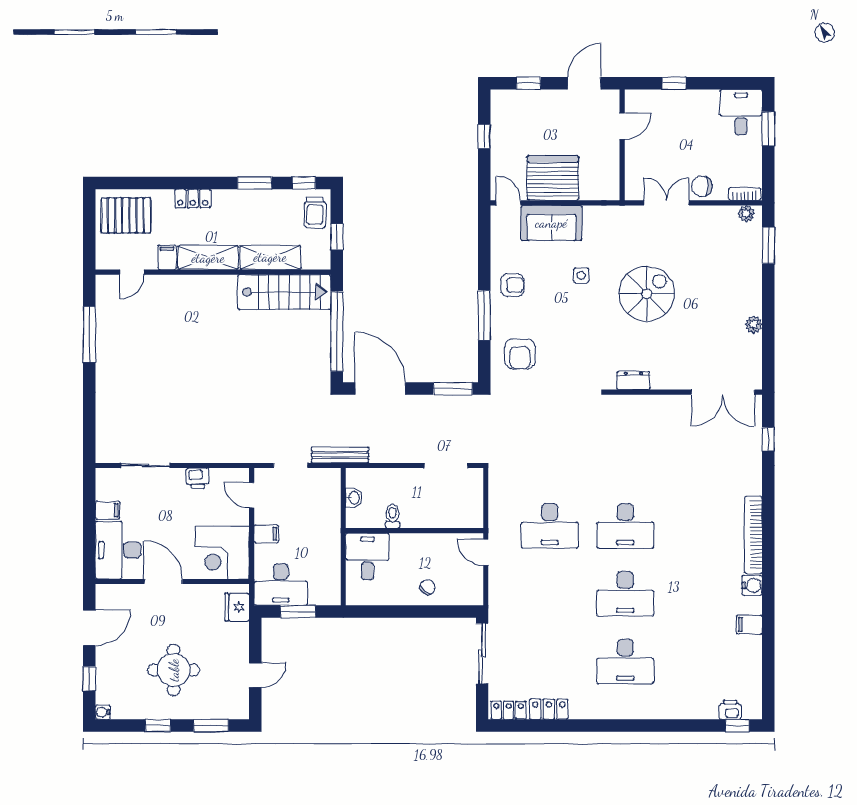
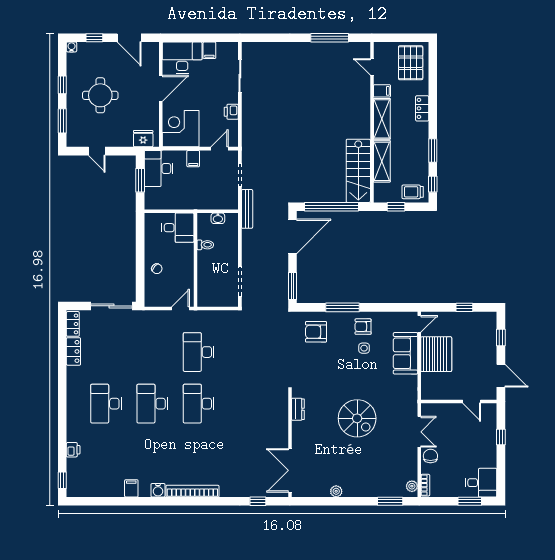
side table: (581, 275) -> (364, 348), moved
armchair: (512, 285) -> (363, 327), turned 90
printer: (730, 710) -> (73, 450), moved

